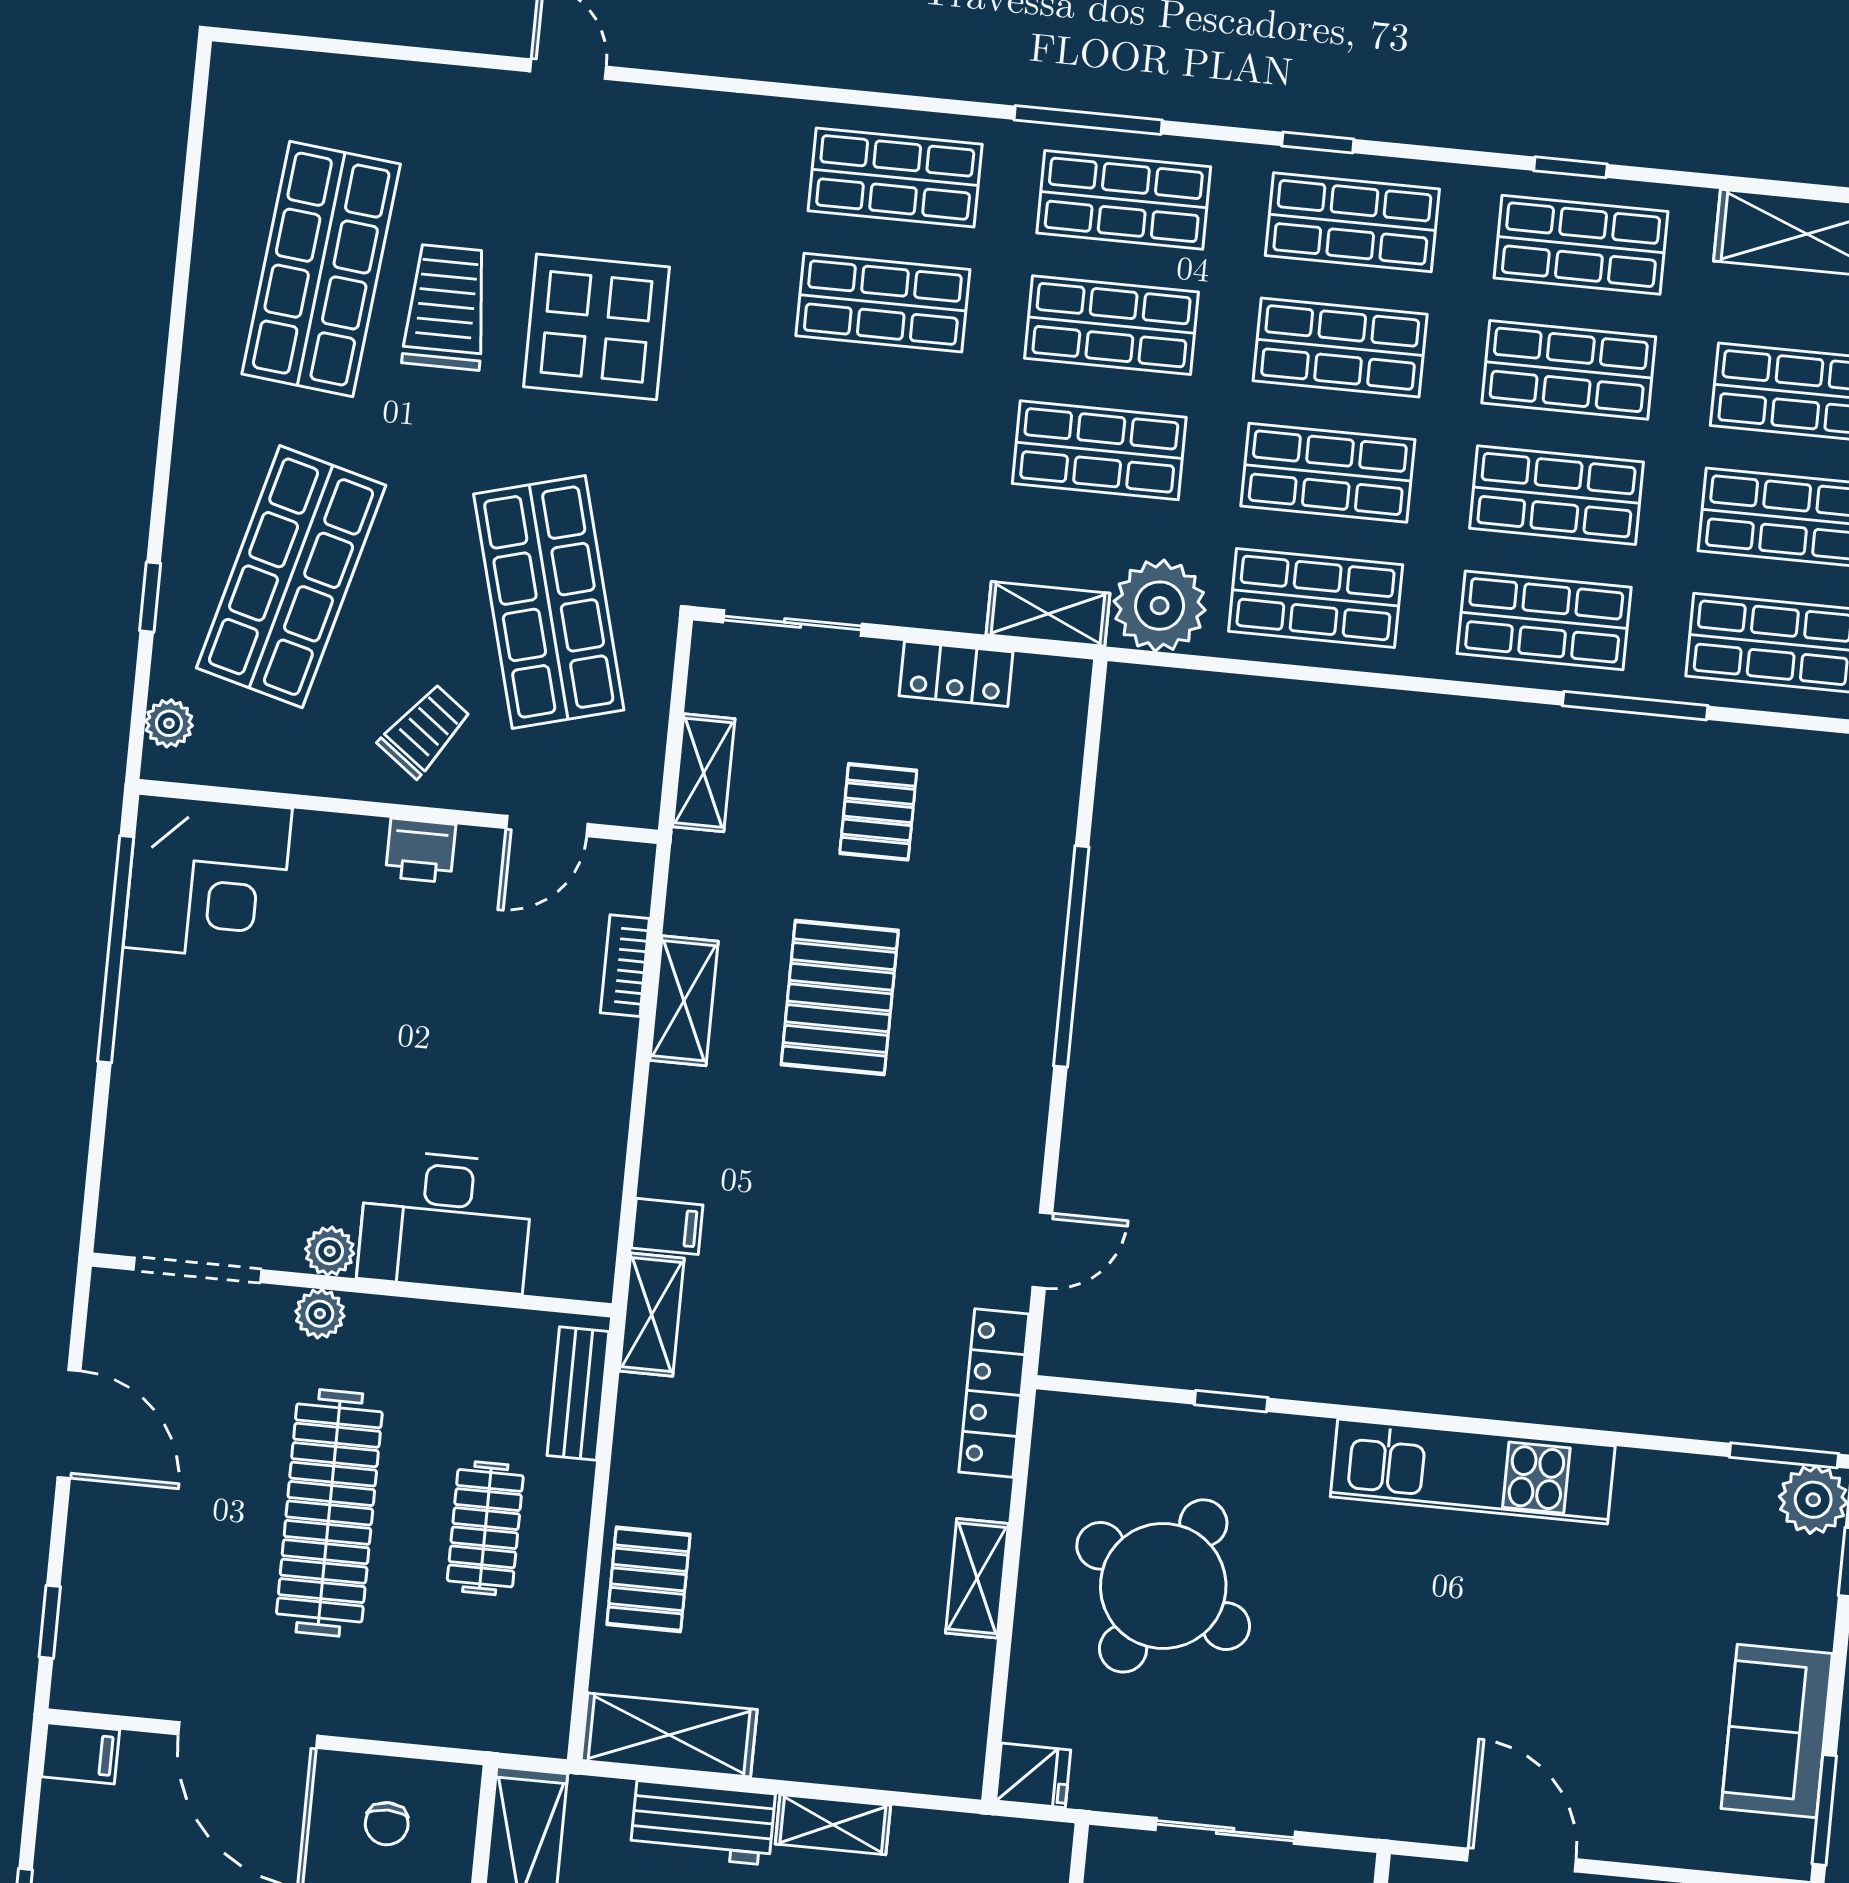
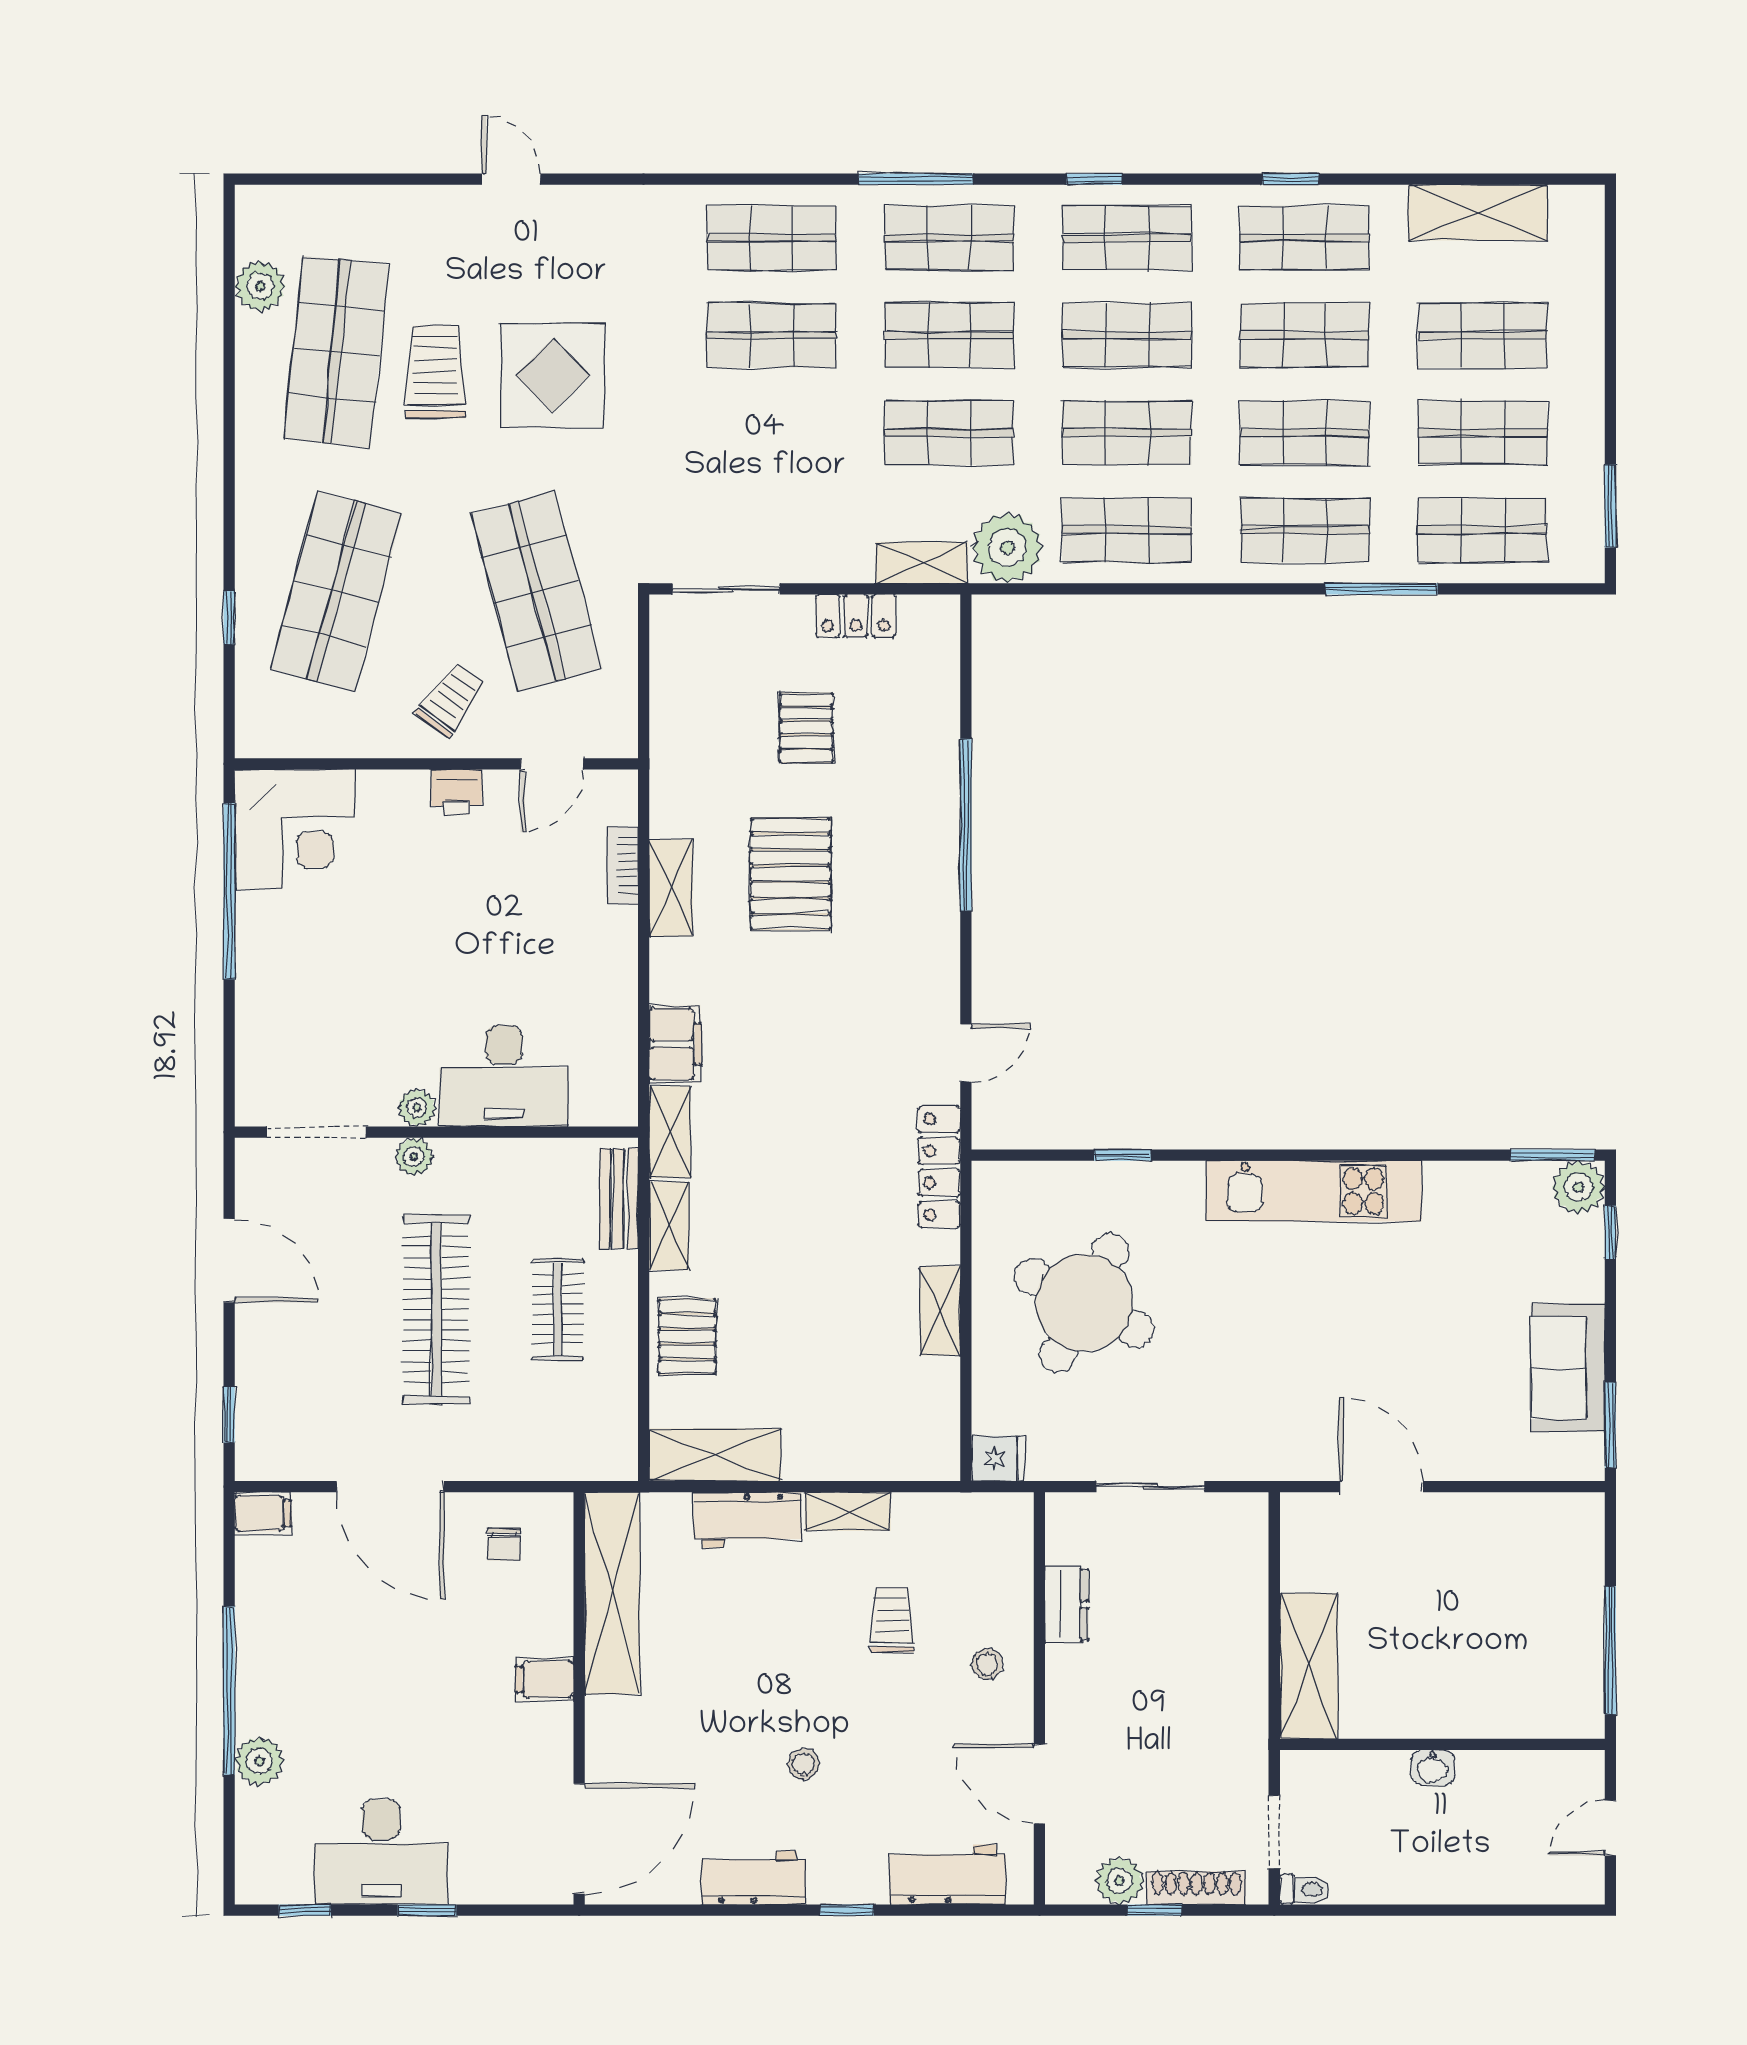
plant: (169, 723) -> (260, 286), moved, width x1.38, depth x1.38
shelving: (704, 773) -> (669, 1226), moved
filing cabinet: (667, 1226) -> (675, 1044), width x2.00

